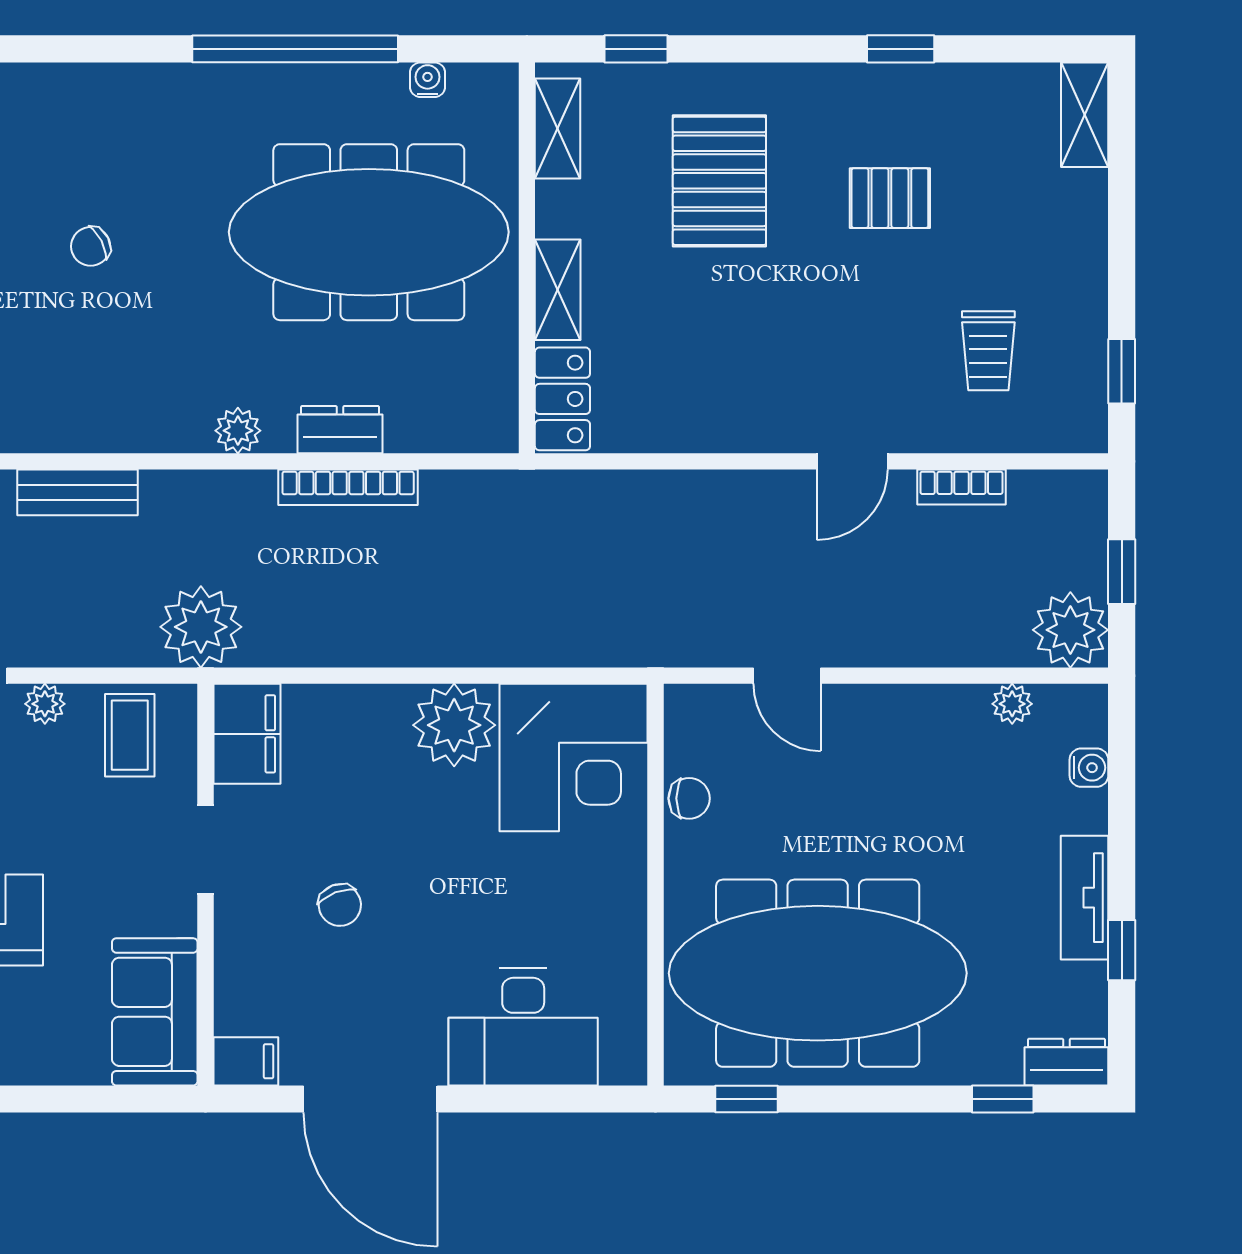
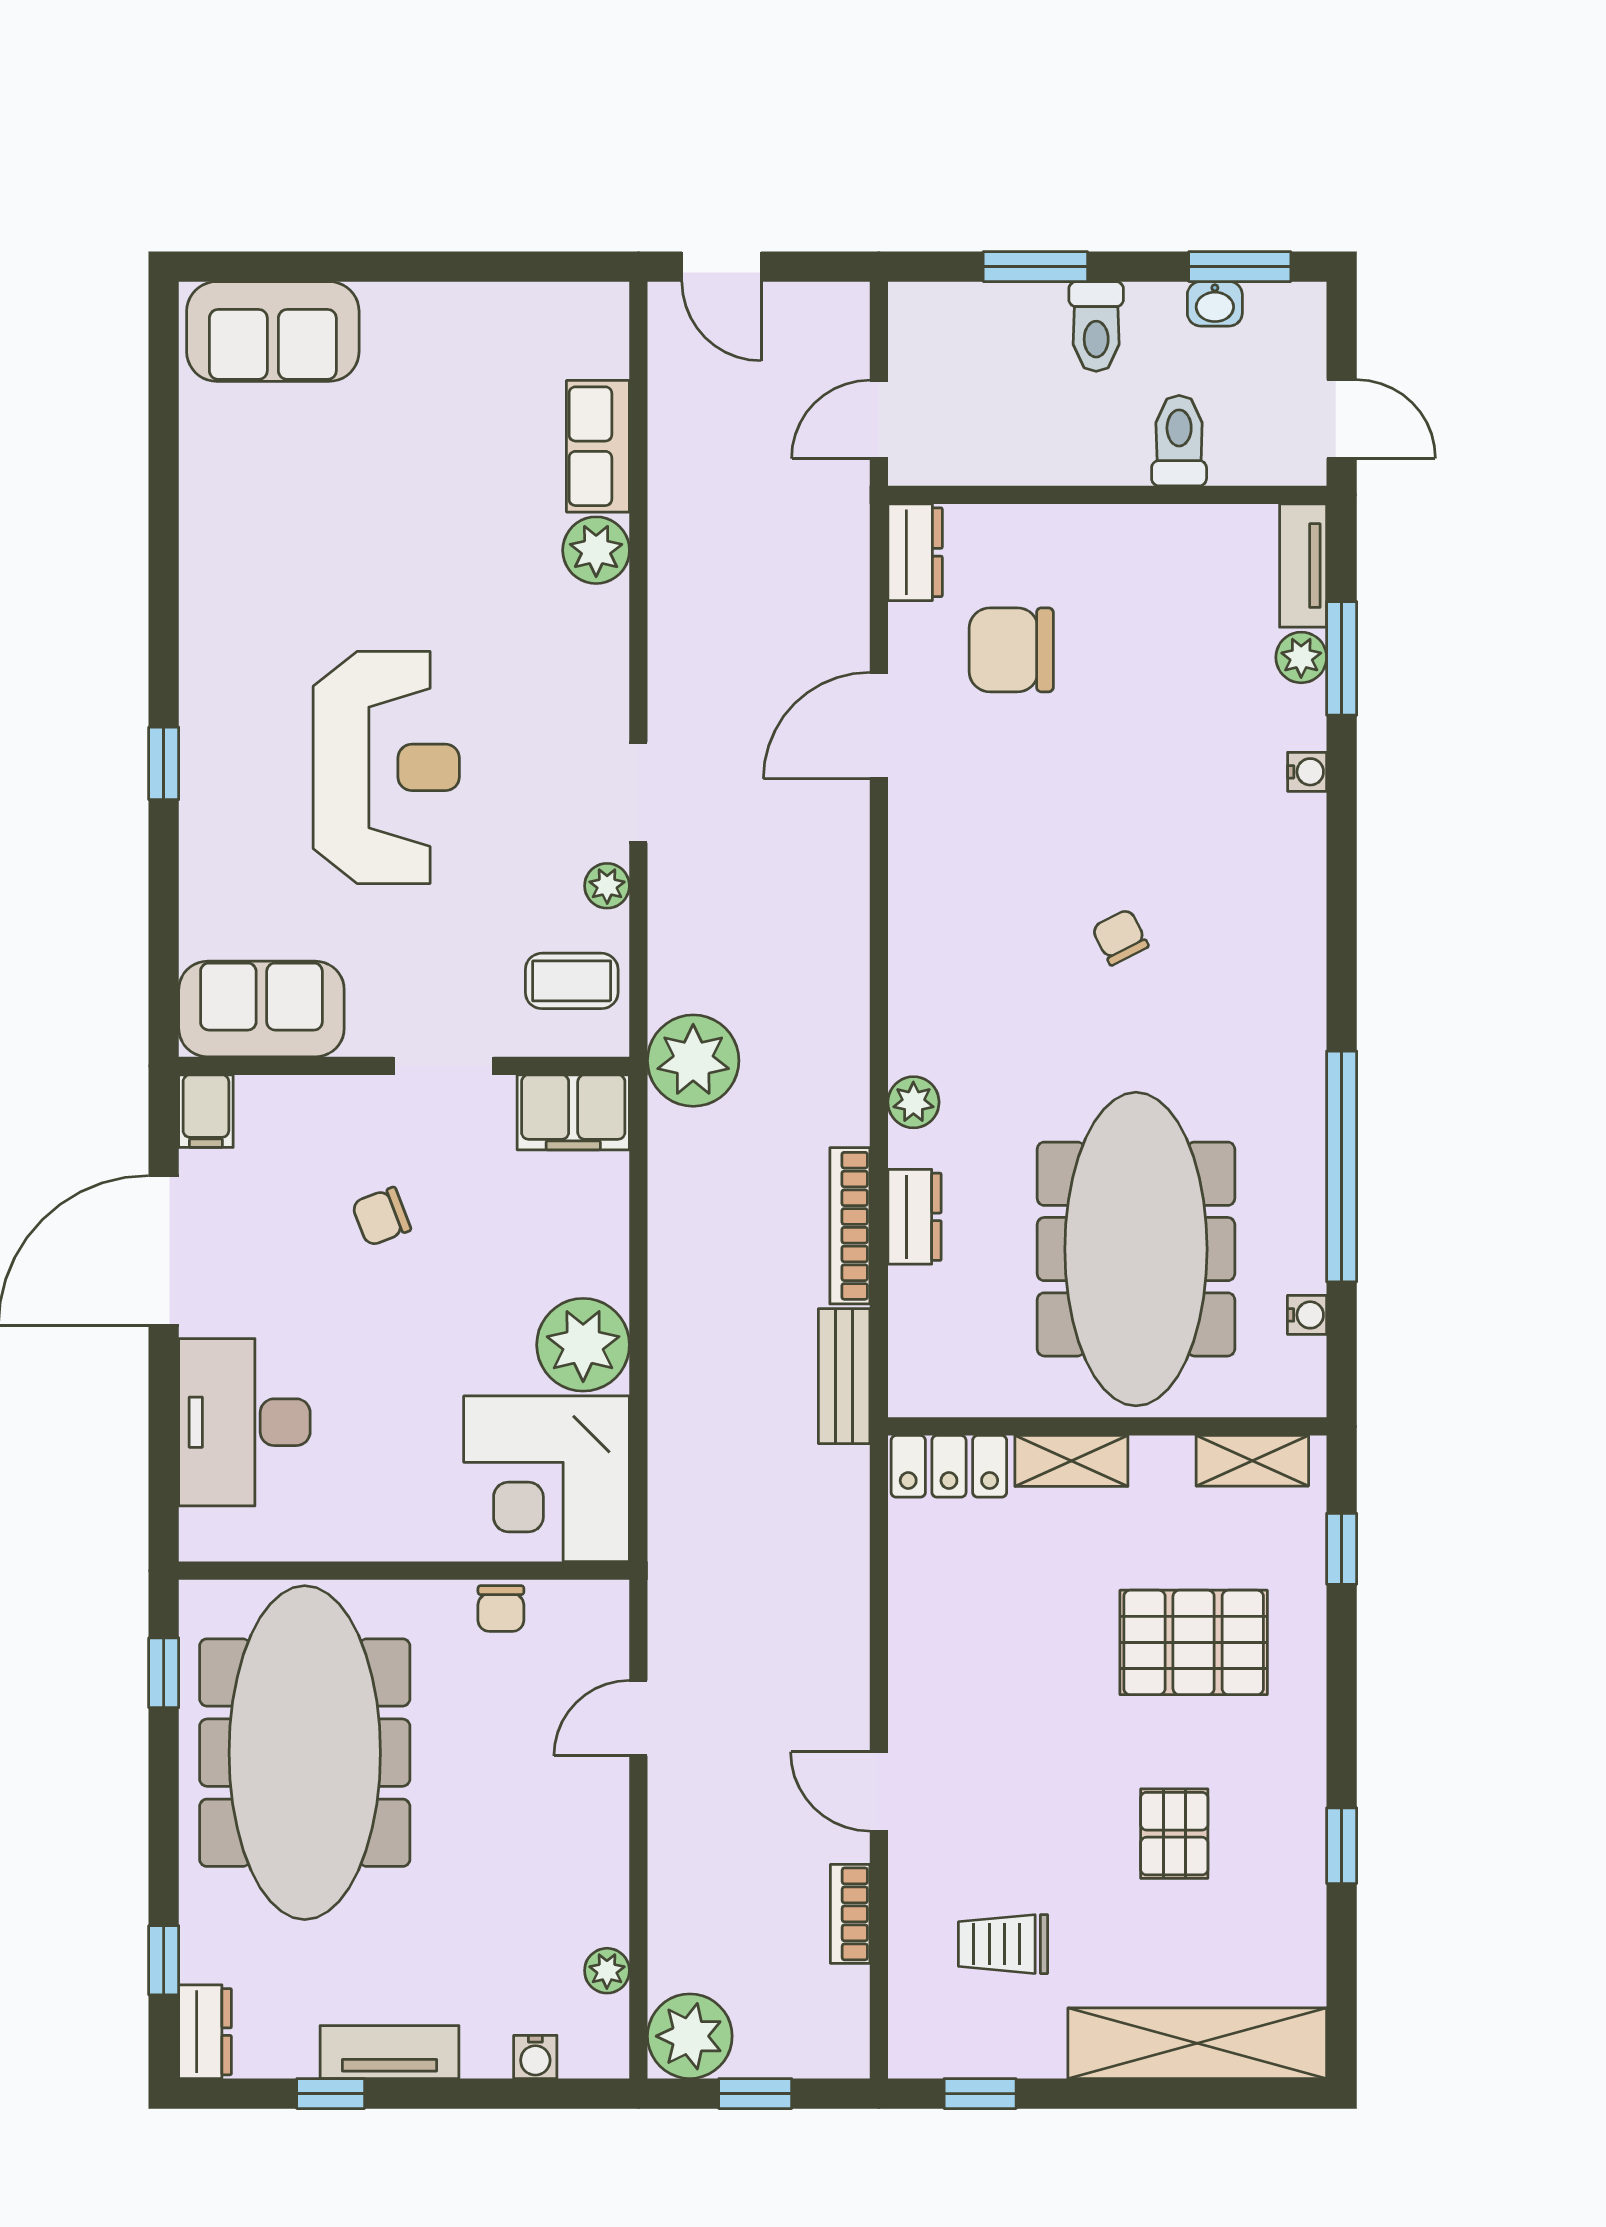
shelving: (1085, 115) -> (1197, 2043), width x2.20, depth x1.33
bench: (77, 492) -> (844, 1376), moved

